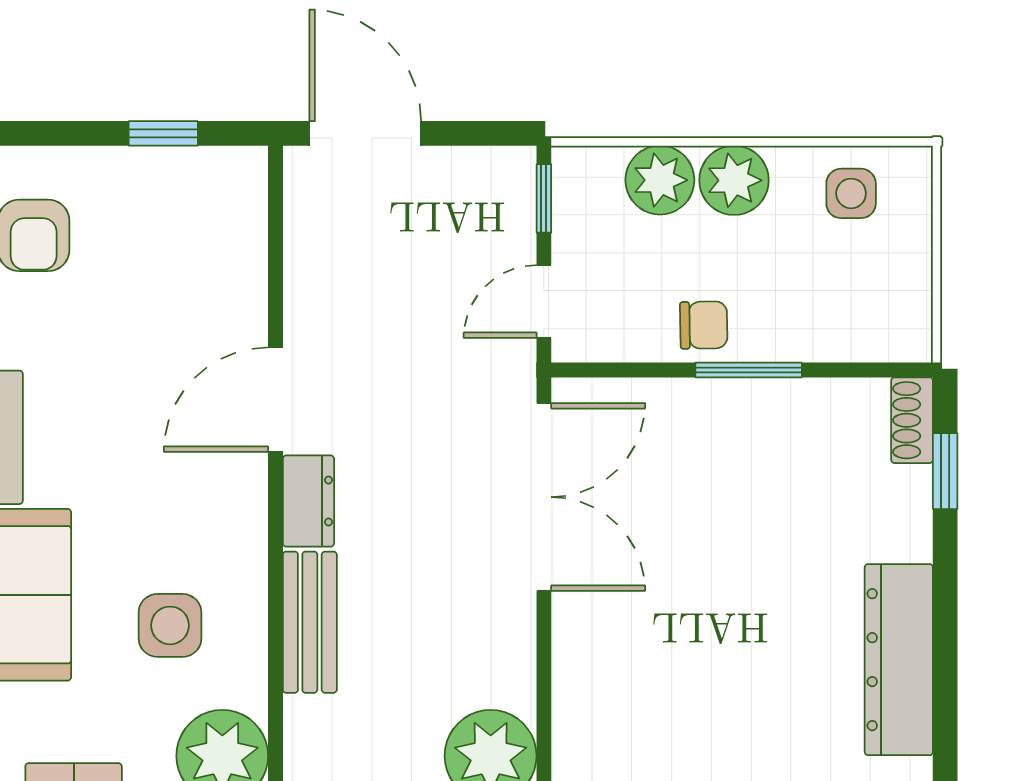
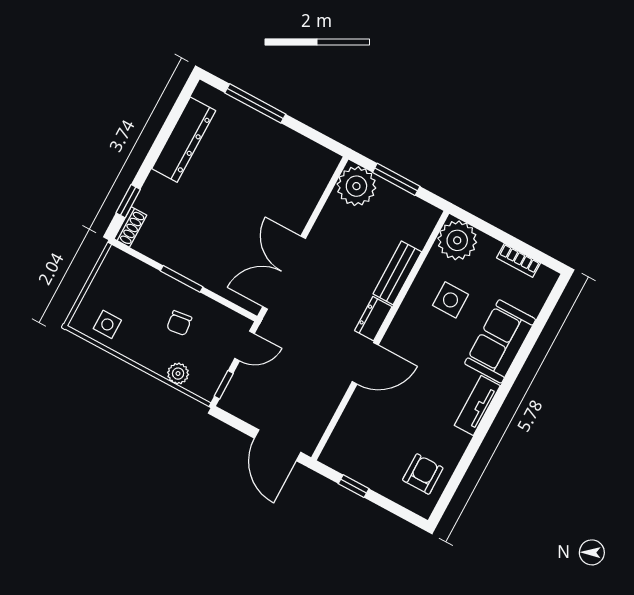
plant: (660, 180) -> (178, 374), width x0.73, depth x0.73
plant: (734, 180) -> (149, 353), removed
chair: (704, 325) -> (179, 323), moved, turned -96

